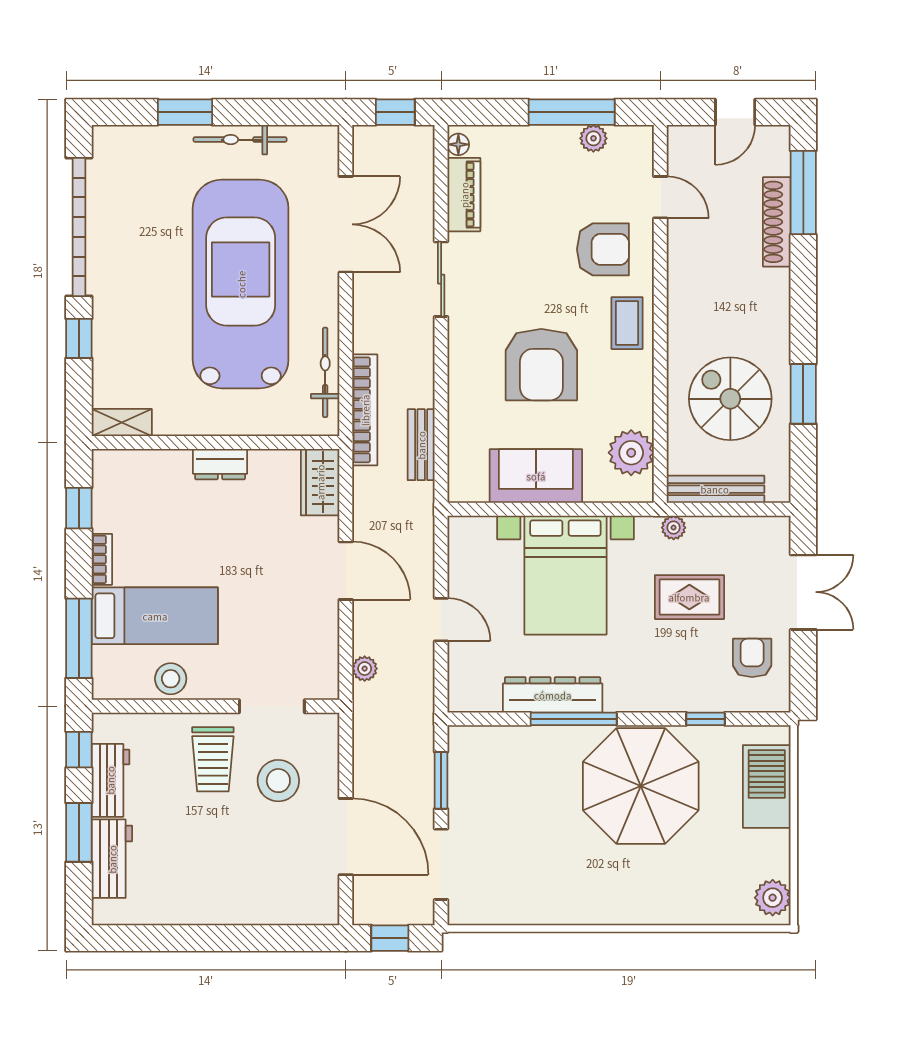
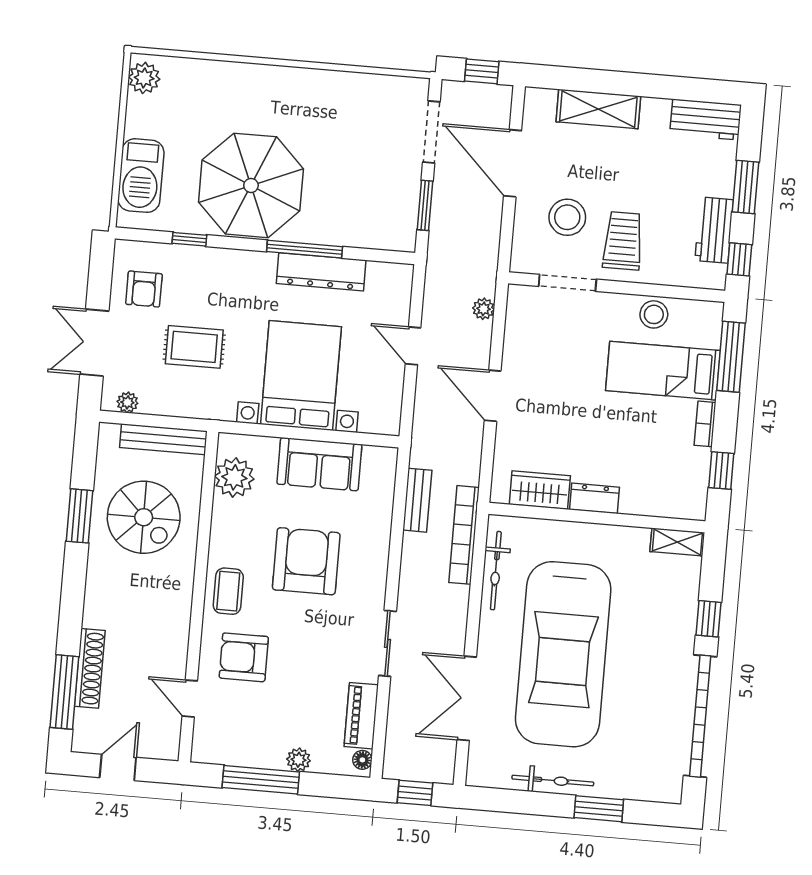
plant: (593, 138) -> (299, 760), moved
wardrobe: (320, 482) -> (540, 490), moved, turned -90
plant: (674, 528) -> (127, 402), moved
workbench: (112, 859) -> (706, 120), moved, turned -90
shelving: (254, 907) -> (598, 109), added

